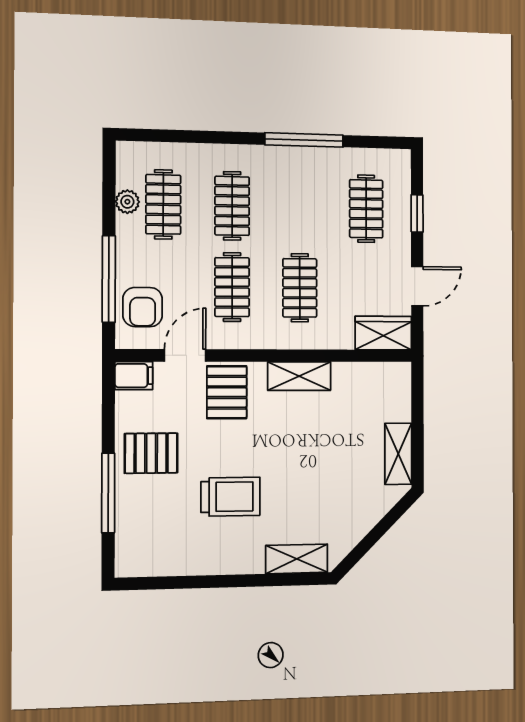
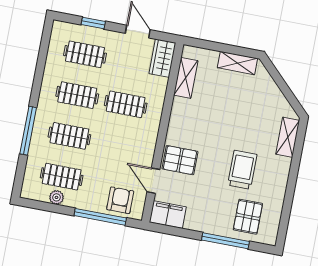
window: (304, 140) -> (28, 131), moved
clothes rail: (232, 287) -> (77, 95), moved
armchair: (143, 307) -> (120, 200), turned -90
filing cabinet: (134, 376) -> (168, 215), width x2.00
shelving: (299, 376) -> (186, 78), moved
pallet: (151, 453) -> (248, 217), moved

